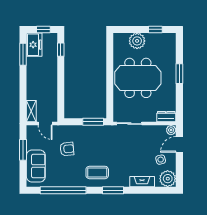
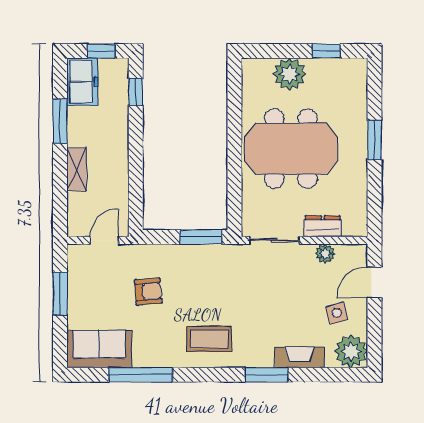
window: (23, 54) -> (60, 121), moved
shelving: (31, 111) -> (77, 169), moved
dresser: (166, 117) -> (323, 226), moved
door: (45, 124) -> (104, 240), swing flipped
plant: (171, 130) -> (325, 254), moved
sofa: (36, 166) -> (99, 349), moved, turned -90
window: (63, 190) -> (140, 375), width x0.68
window: (113, 190) -> (266, 375), moved

